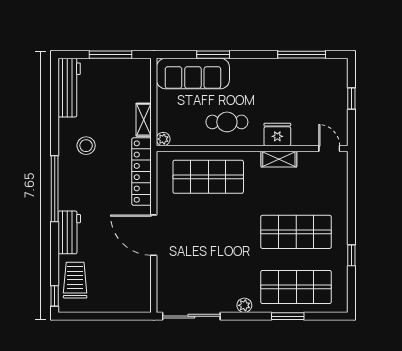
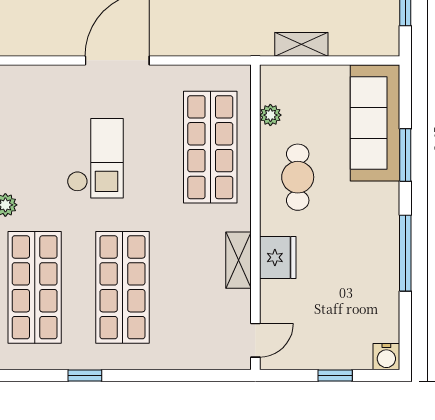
window: (302, 55) -> (405, 253), moved
water cooler: (339, 66) -> (386, 357), added
plant: (163, 139) -> (270, 115), moved
locker: (142, 172) -> (219, 41), removed
checkout: (215, 249) -> (95, 158), added

